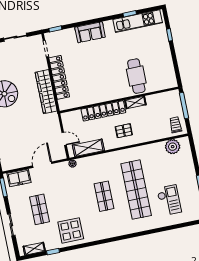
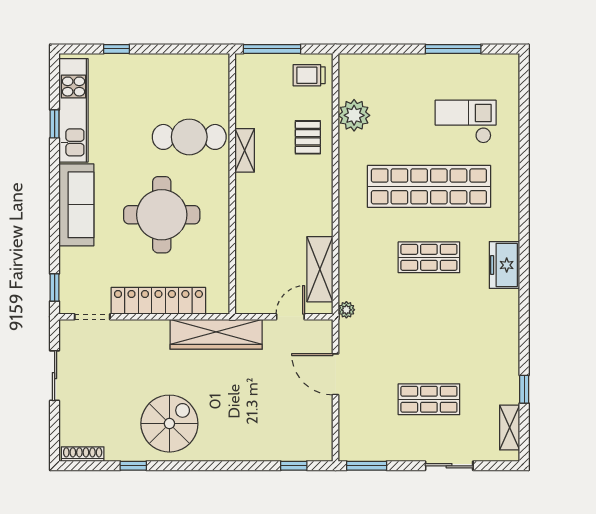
sofa: (90, 32) -> (76, 205), width x1.36
round table: (98, 71) -> (162, 215), added
wardrobe: (46, 92) -> (216, 334), moved
locker: (103, 111) -> (248, 222), removed
pallet: (124, 131) -> (308, 137), moved
plant: (173, 147) -> (354, 115), moved
freezer: (19, 178) -> (505, 265), moved, turned 180
display table: (71, 230) -> (487, 343), removed

